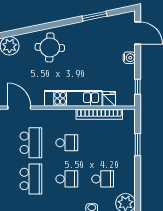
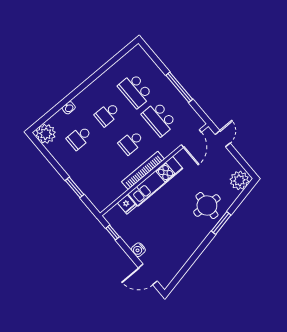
window: (95, 16) -> (221, 223), moved
door: (19, 108) -> (191, 138), hinge flipped
bookcase: (99, 114) -> (143, 170), moved

